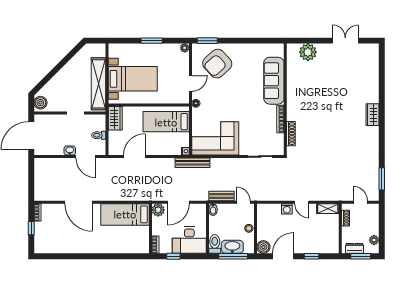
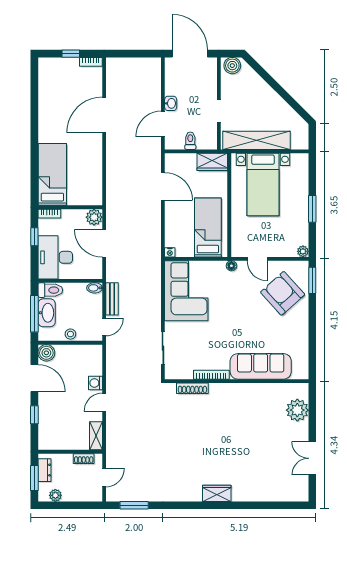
double door: (345, 41) -> (312, 458), swing flipped
bench: (192, 163) -> (155, 261), removed
bed: (125, 214) -> (52, 174), moved

